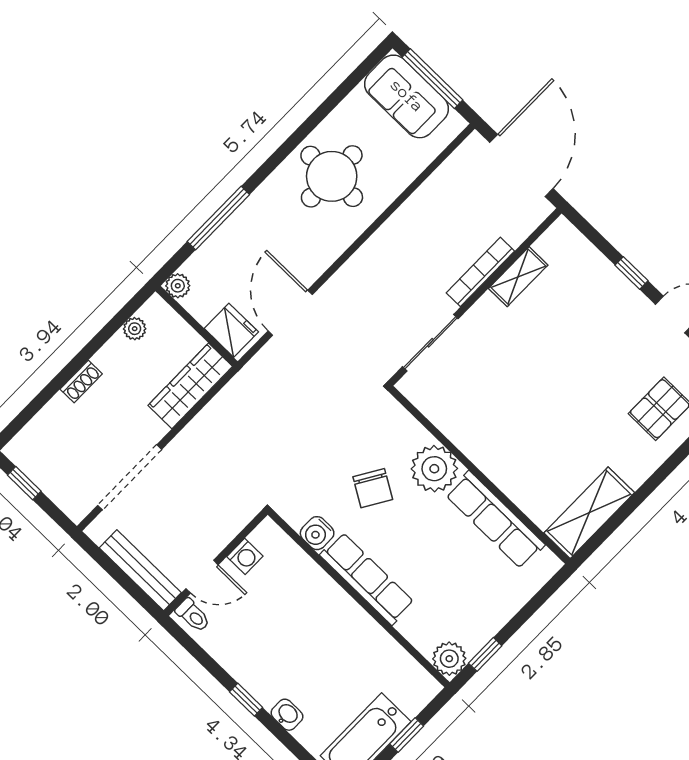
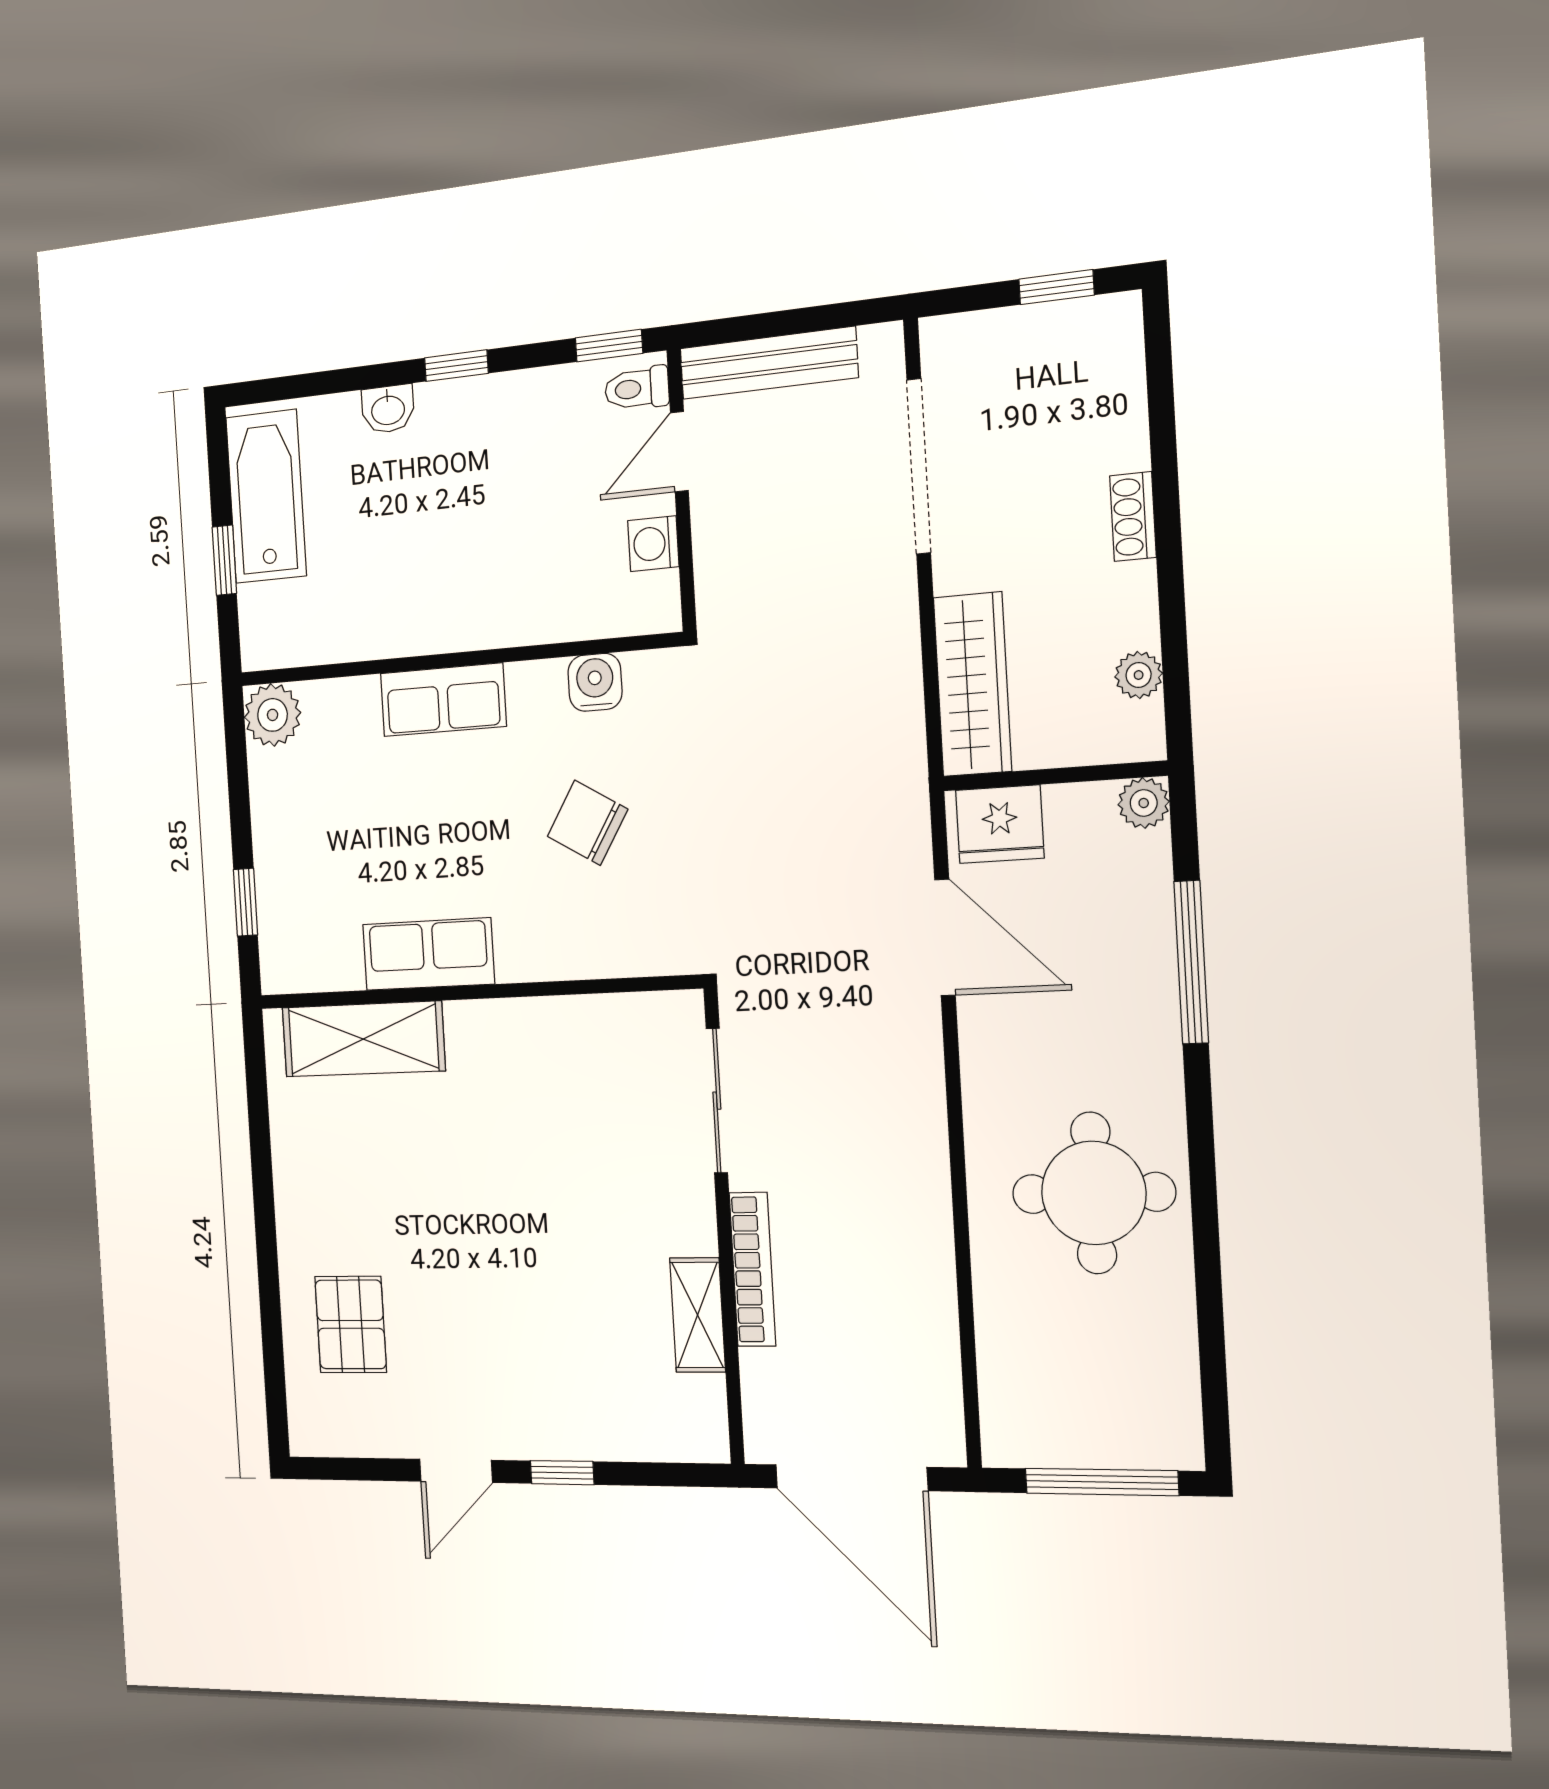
sofa: (407, 96) -> (1111, 1419), removed
plant: (434, 469) -> (538, 937), removed
shelving: (589, 513) -> (363, 1039), moved, turned 90
row of seats: (495, 520) -> (428, 954), width x0.68
row of seats: (367, 579) -> (443, 700), width x0.68
window: (186, 641) -> (609, 346), added
window: (485, 654) -> (245, 902), moved

